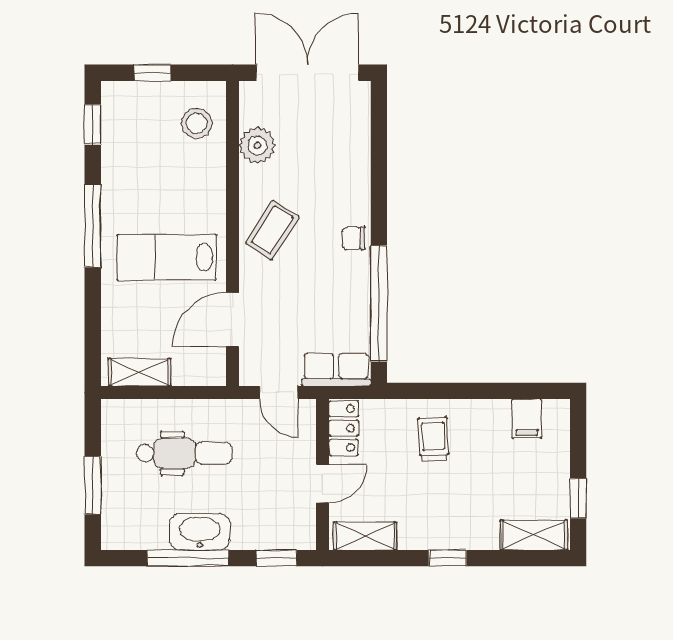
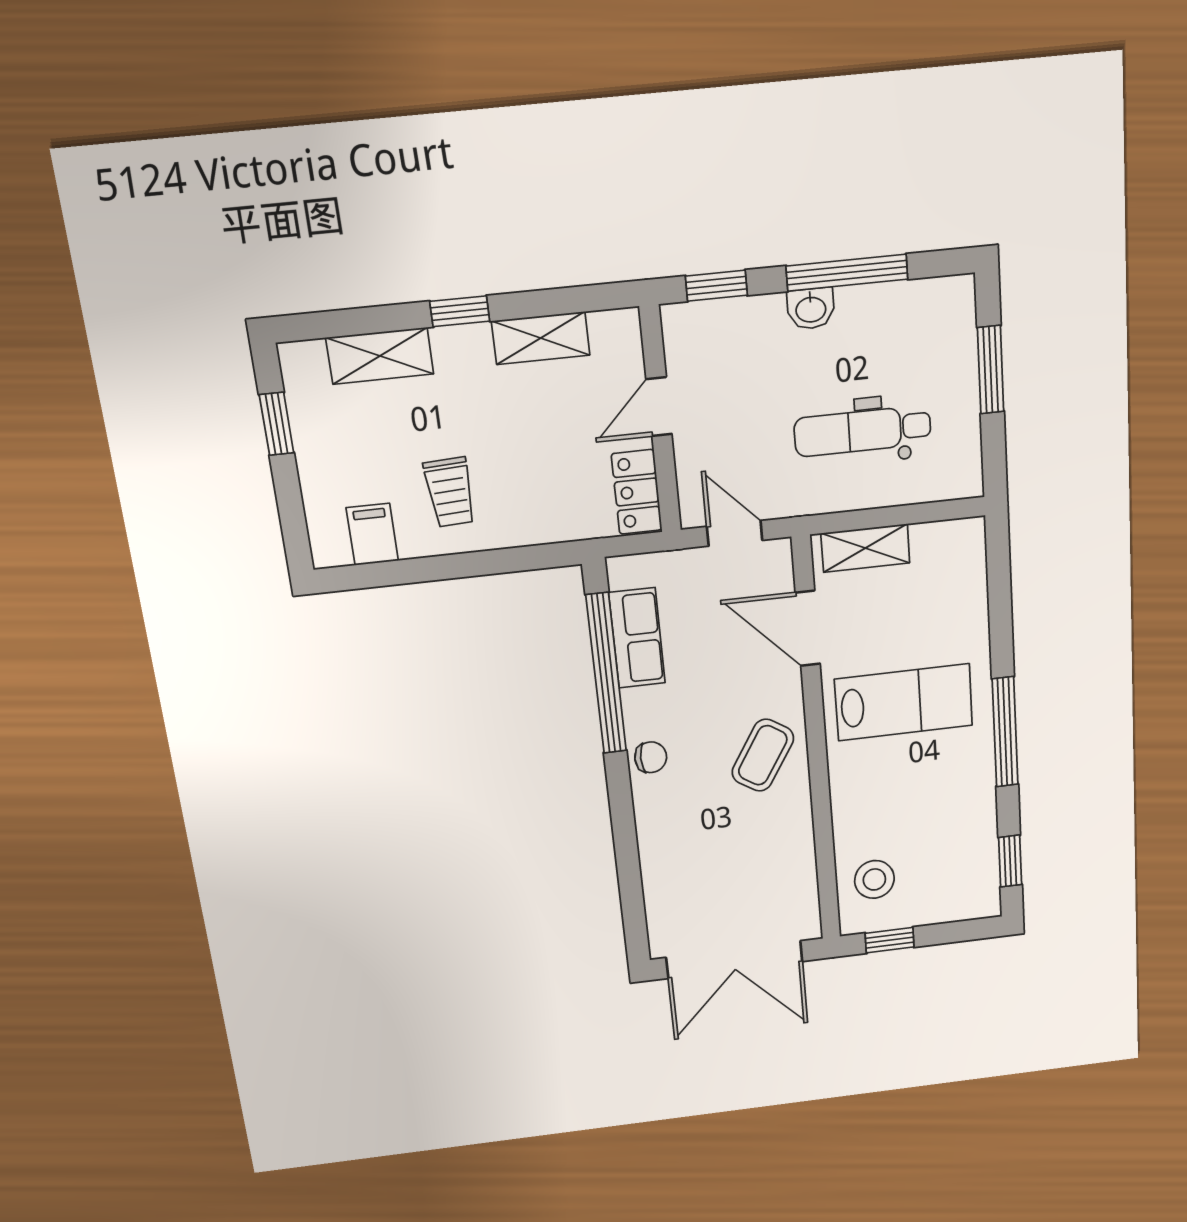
window: (153, 73) -> (890, 940), moved
plant: (257, 145) -> (792, 862), removed
door: (233, 320) -> (808, 628), swing flipped
row of seats: (336, 370) -> (637, 638), moved, turned -90
shelving: (140, 372) -> (865, 548), moved
trolley: (433, 439) -> (450, 492), moved
washbasin: (200, 532) -> (811, 309), width x0.52, depth x0.69
shelving: (534, 535) -> (380, 356), moved
shelving: (365, 536) -> (541, 338), moved

